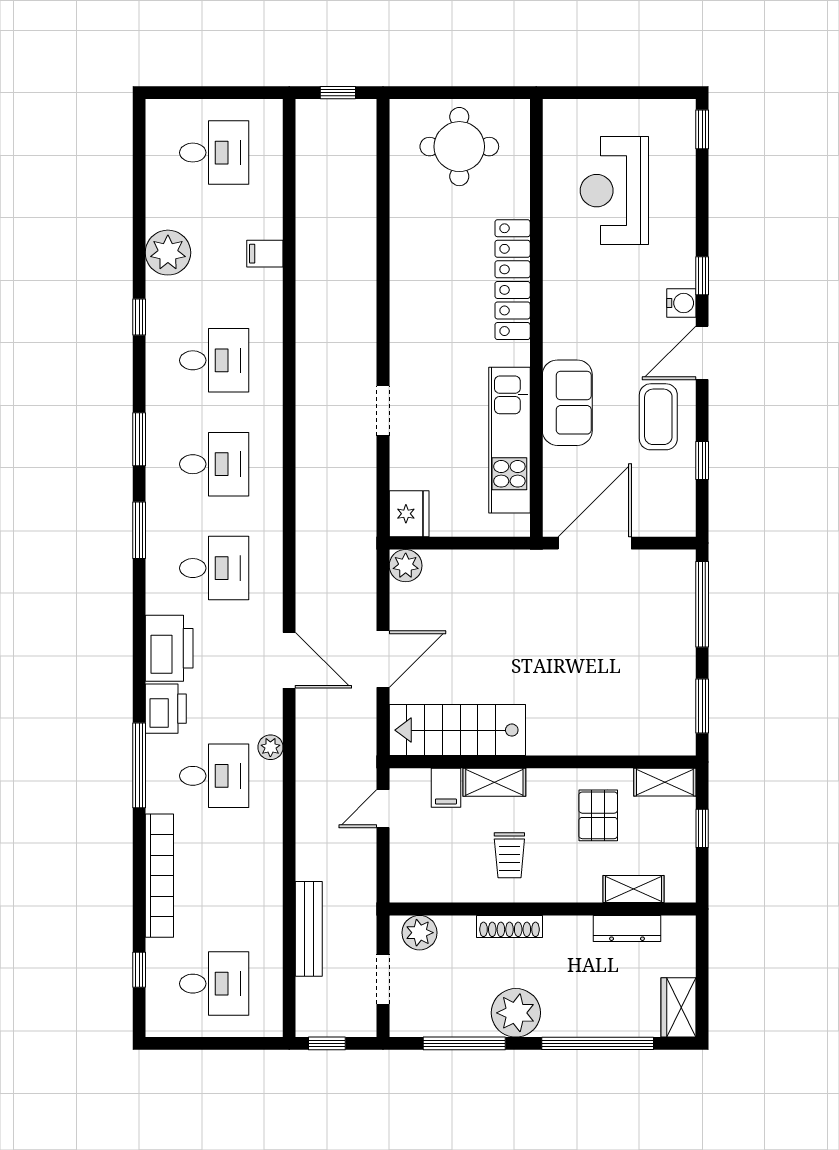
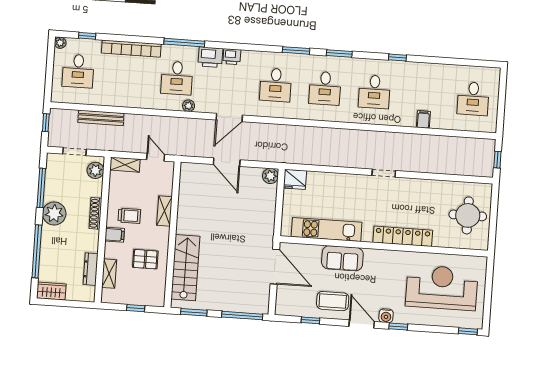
reception desk: (614, 191) -> (442, 288), width x1.36, depth x1.30
plant: (168, 253) -> (60, 43), moved, width x0.53, depth x0.53
doorway: (383, 411) -> (384, 173), moved
printer: (169, 648) -> (232, 57), width x0.53, depth x0.68
stairs: (457, 730) -> (185, 268), moved
shelving: (665, 782) -> (125, 165), moved, turned 90
filing cabinet: (446, 788) -> (115, 235), moved, turned 180
trolley: (509, 855) -> (129, 216), turned 180

